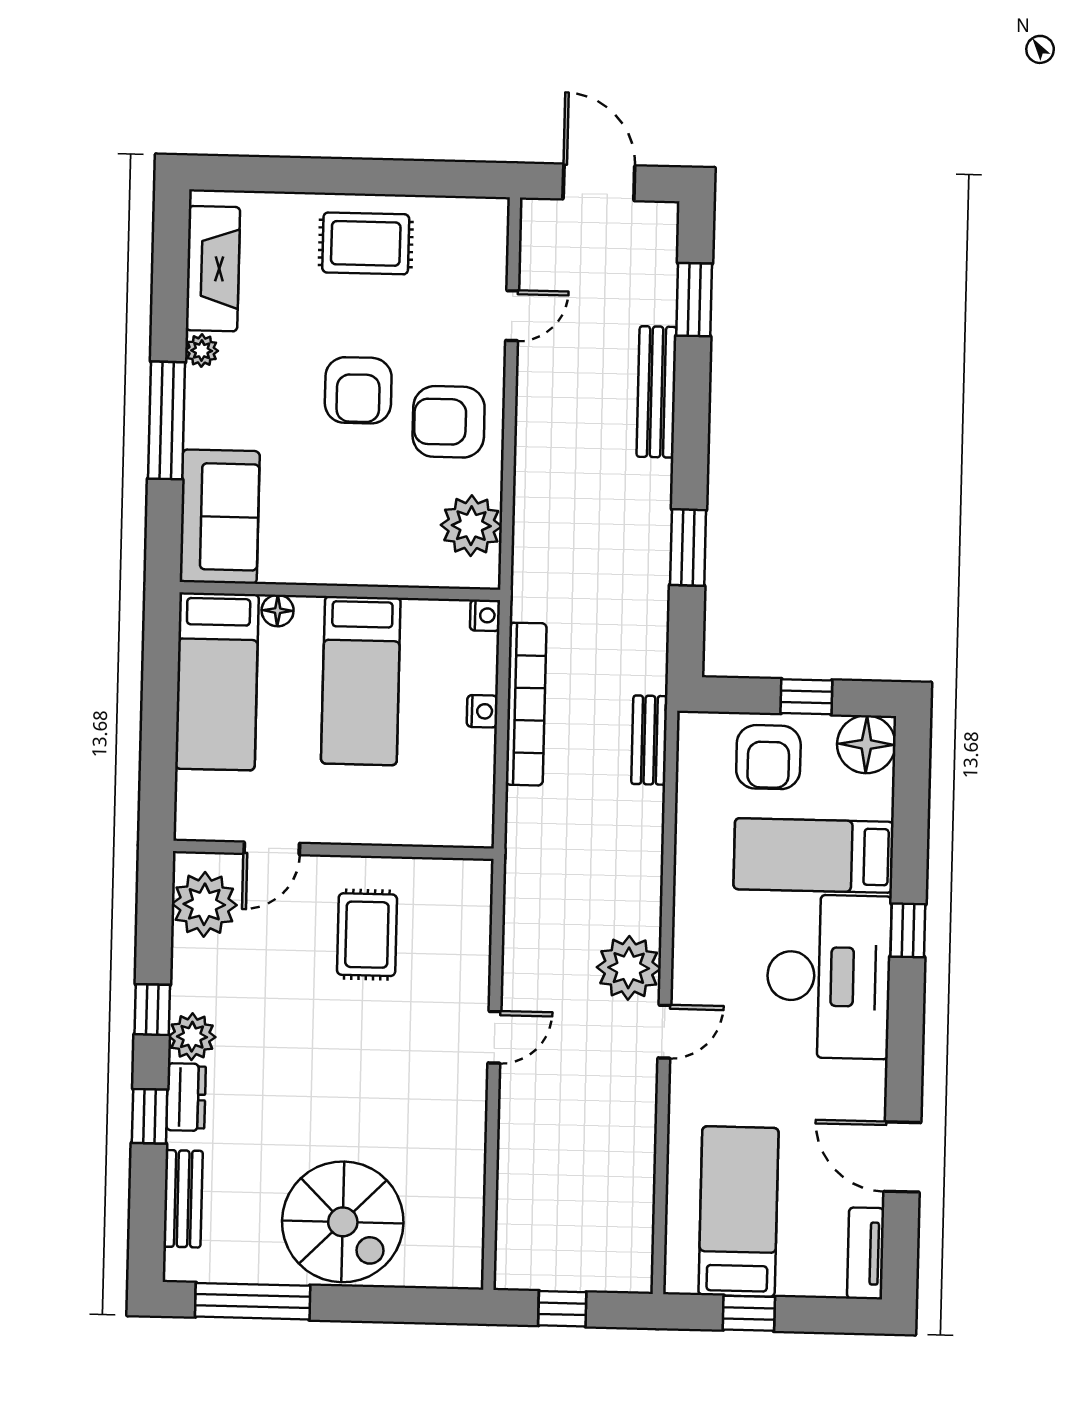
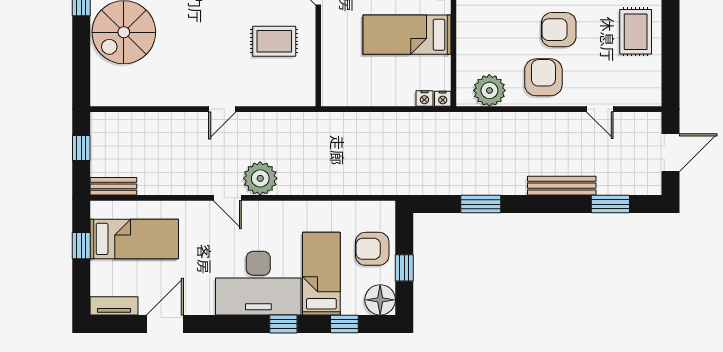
bookcase: (526, 704) -> (397, 121), removed
nightstand: (482, 711) -> (424, 99), moved
bench: (649, 740) -> (113, 186), moved
window: (911, 814) -> (344, 324), added
door: (494, 1037) -> (222, 109), hinge flipped

